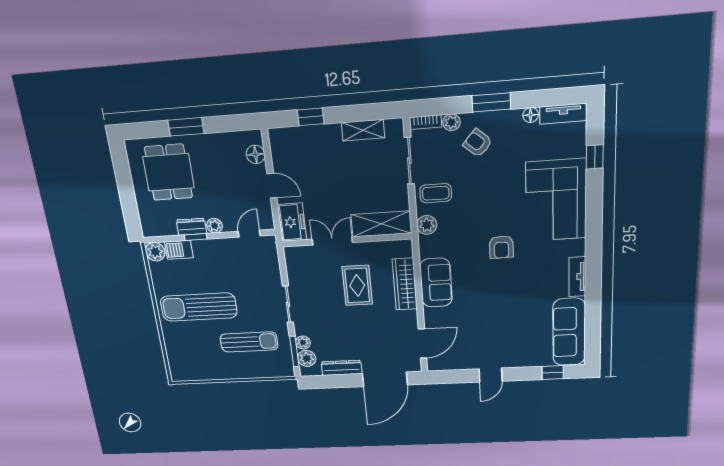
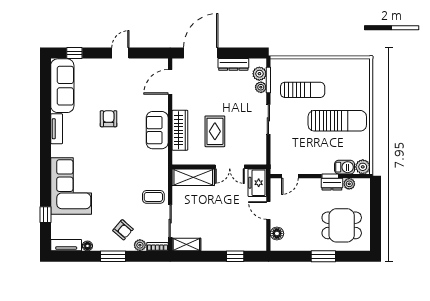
shelving: (363, 130) -> (186, 244), moved
dining table: (169, 172) -> (342, 225), turned 90
plant: (427, 225) -> (161, 174), removed
plant: (215, 226) -> (349, 184), moved
armchair: (501, 247) -> (109, 119), moved
sun lounger: (249, 342) -> (303, 90), turned 180

